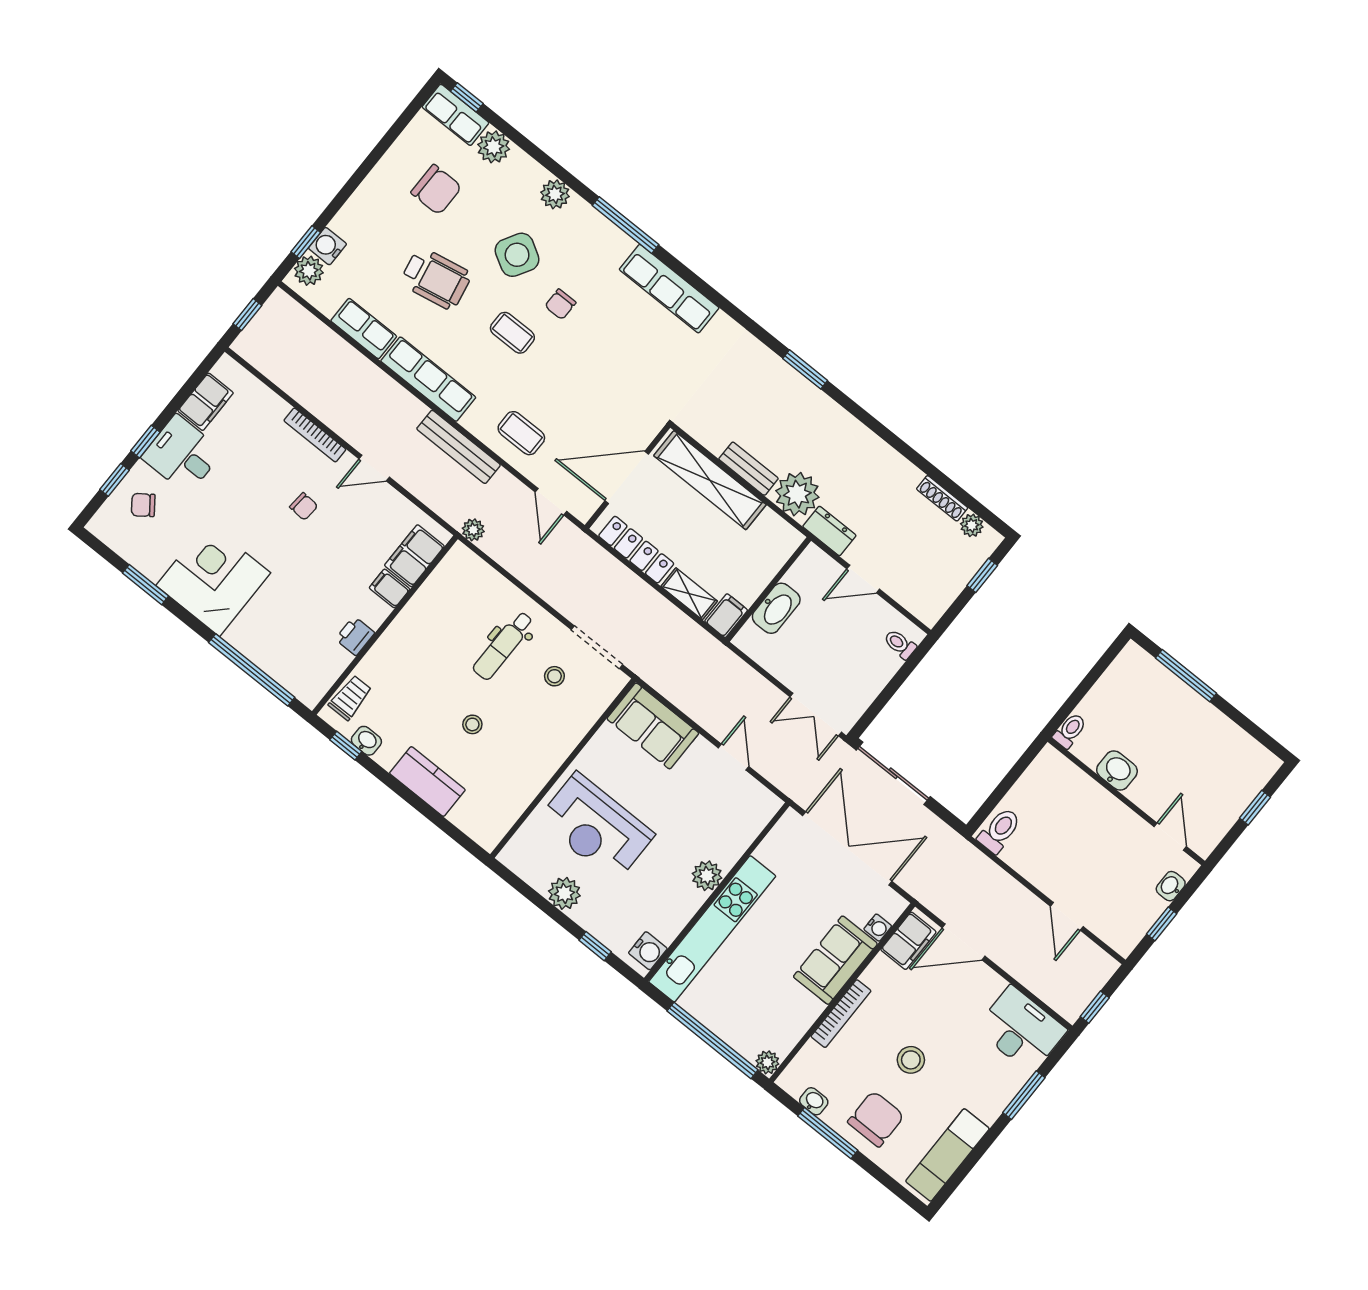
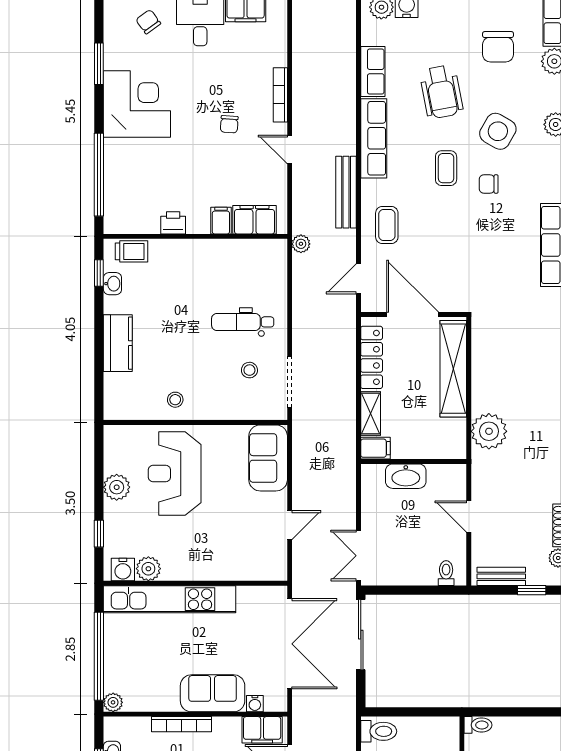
bench: (749, 469) -> (501, 576), moved, turned 90
dresser: (829, 531) -> (482, 470), removed
stool: (472, 724) -> (175, 400), moved
plant: (707, 876) -> (148, 569), moved

